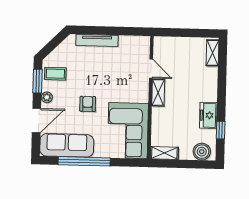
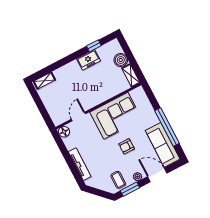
floor lamp: (143, 43) -> (64, 132), added
shelving: (158, 93) -> (92, 103), removed
corner sofa: (128, 131) -> (116, 116), moved
boiler: (202, 152) -> (121, 60), moved

